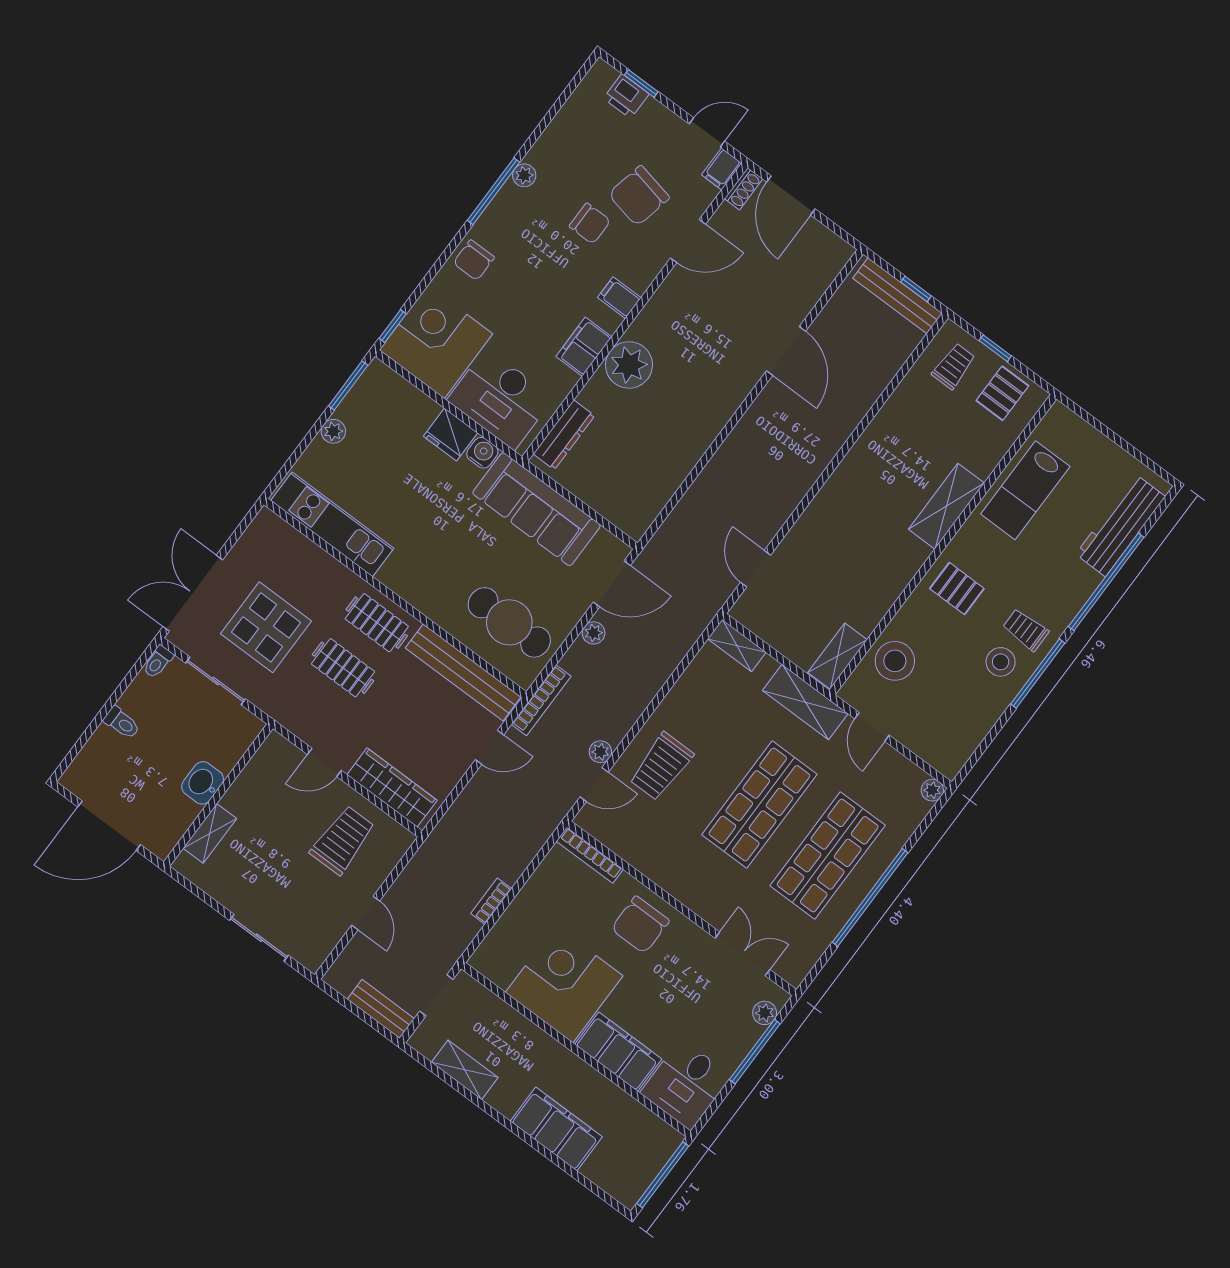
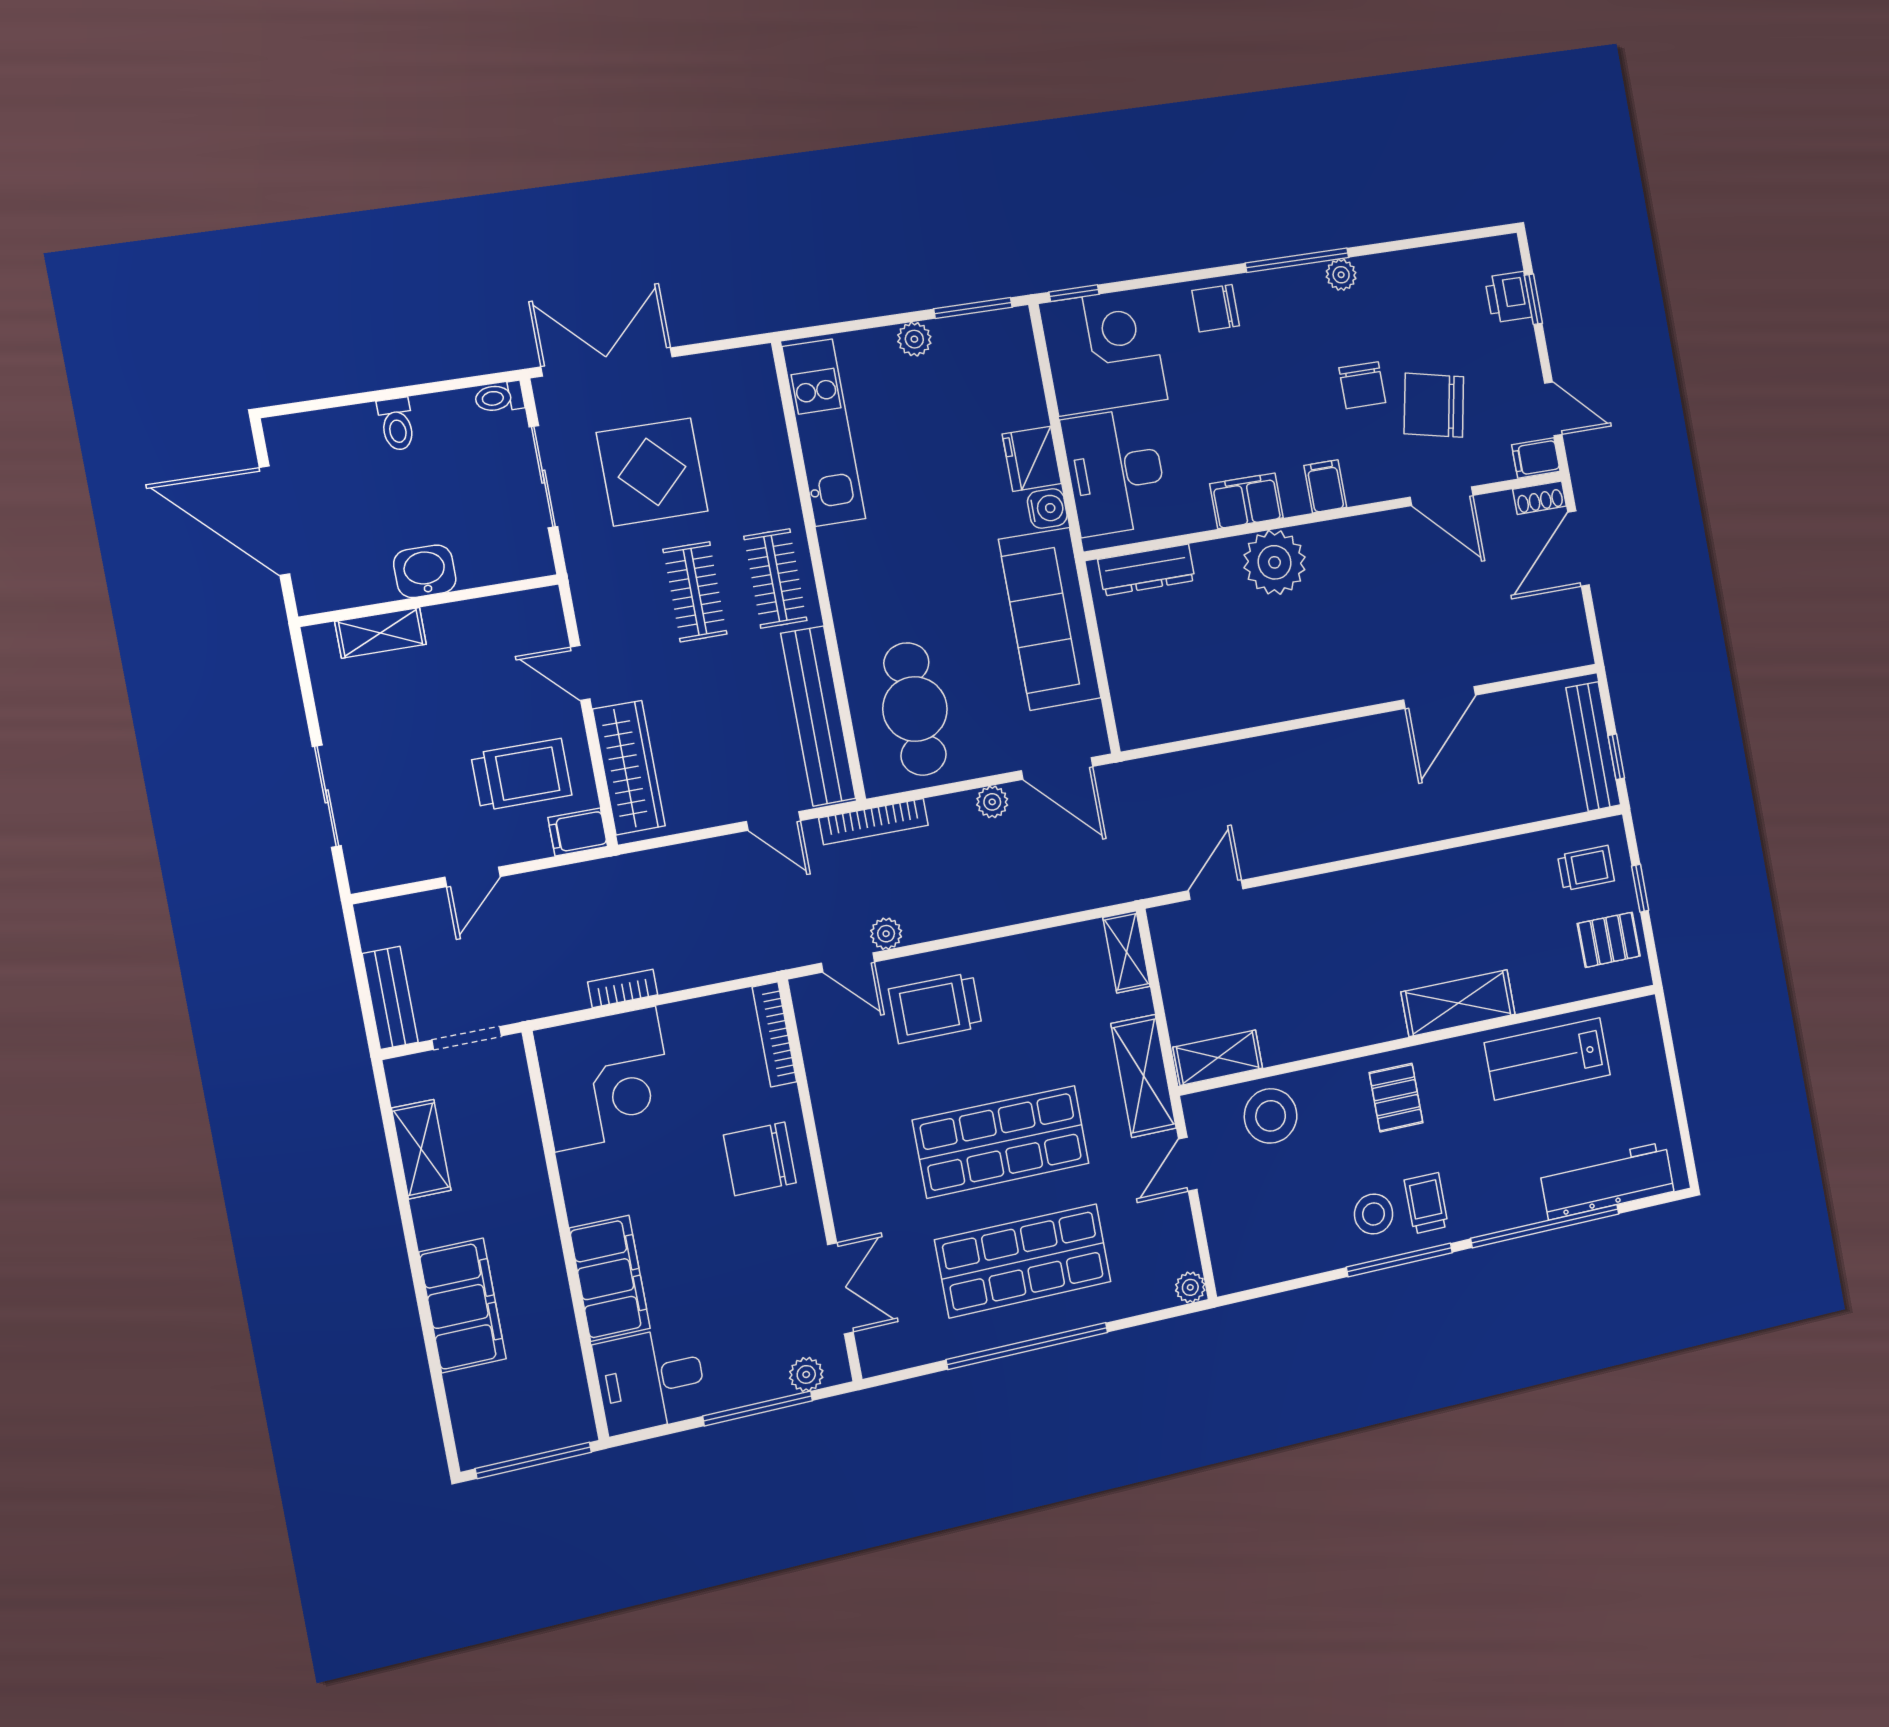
filing cabinet: (397, 843) -> (578, 832), added
corner desk: (564, 984) -> (605, 1079), moved, turned 90

